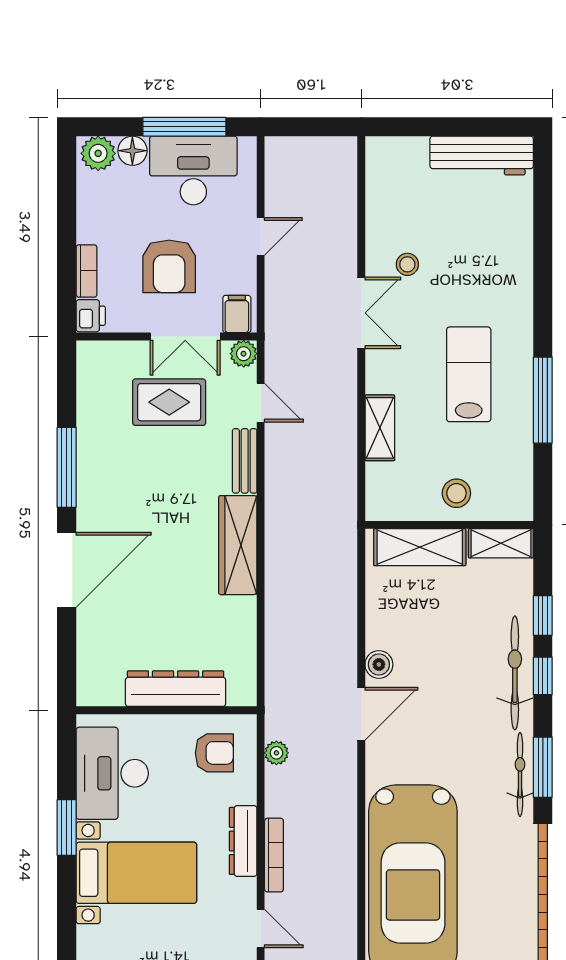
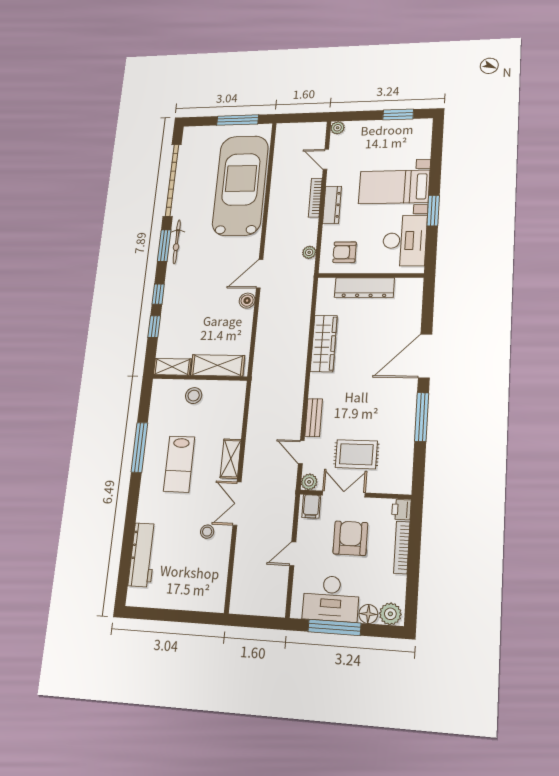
workbench: (482, 156) -> (143, 555), moved, turned 90
bookcase: (87, 271) -> (402, 547), width x1.56
shelving: (380, 428) -> (231, 459), moved
wardrobe: (238, 545) -> (324, 343), moved
bicycle: (515, 673) -> (173, 296), removed

